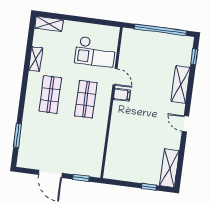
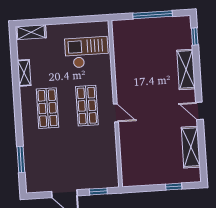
window: (161, 30) -> (153, 15), width x0.68
checkout: (95, 52) -> (87, 52), turned 180
door: (115, 77) -> (116, 113), moved
filing cabinet: (122, 95) -> (125, 93), removed
shelving: (169, 168) -> (191, 147), moved

